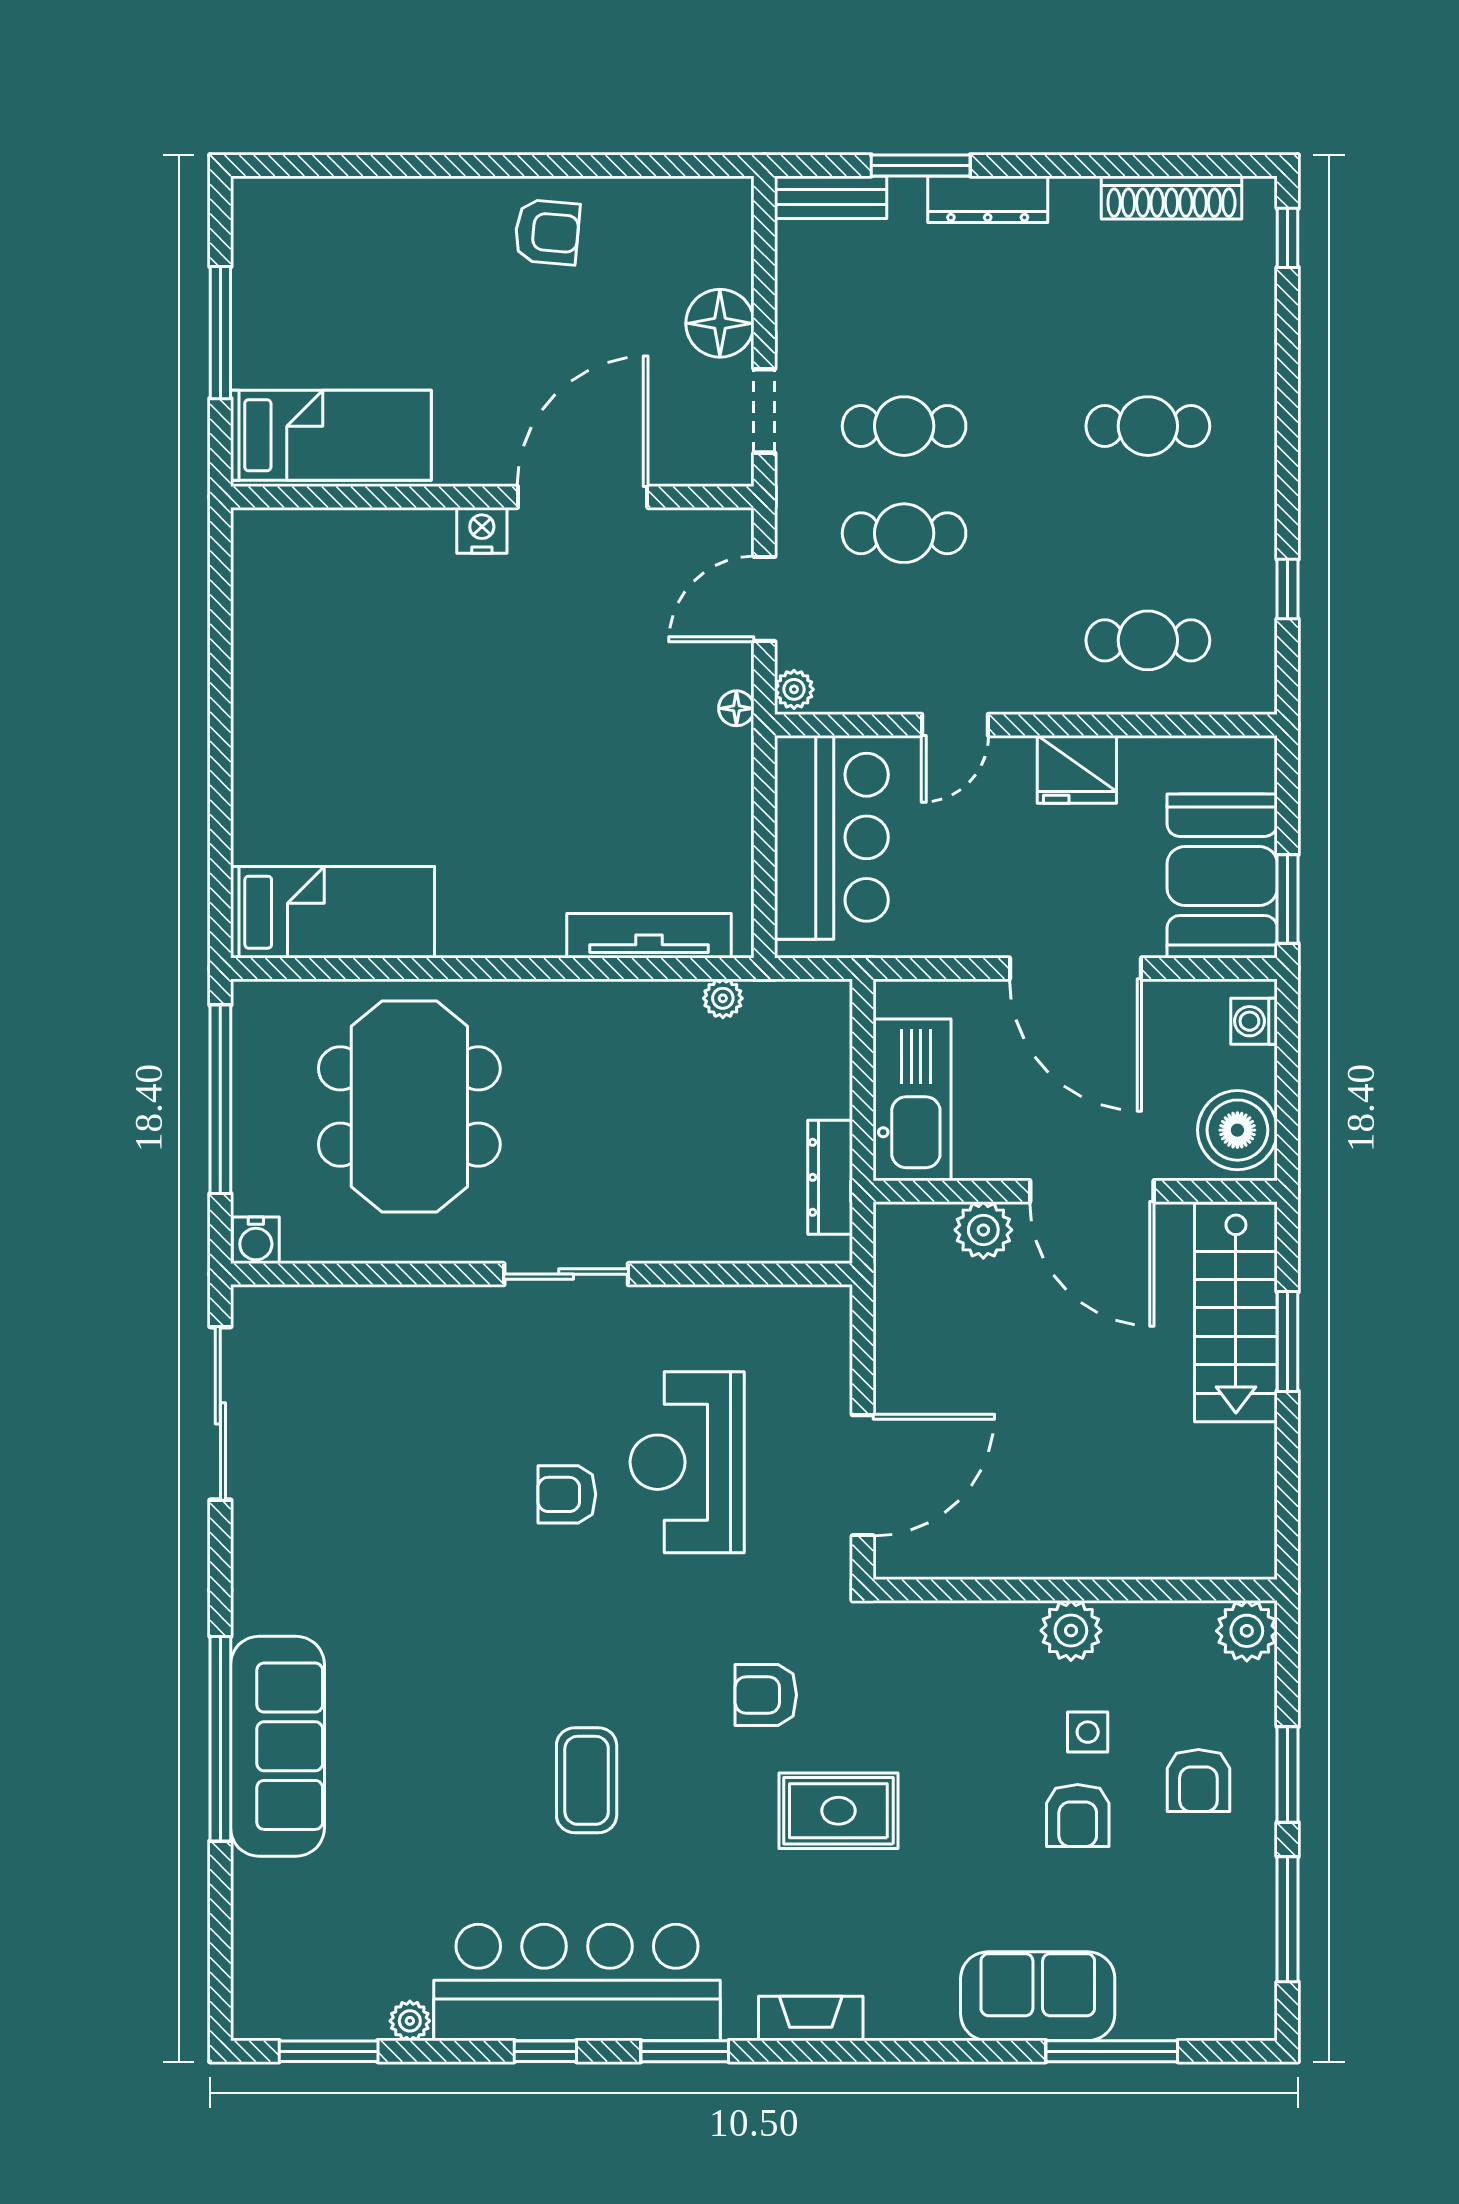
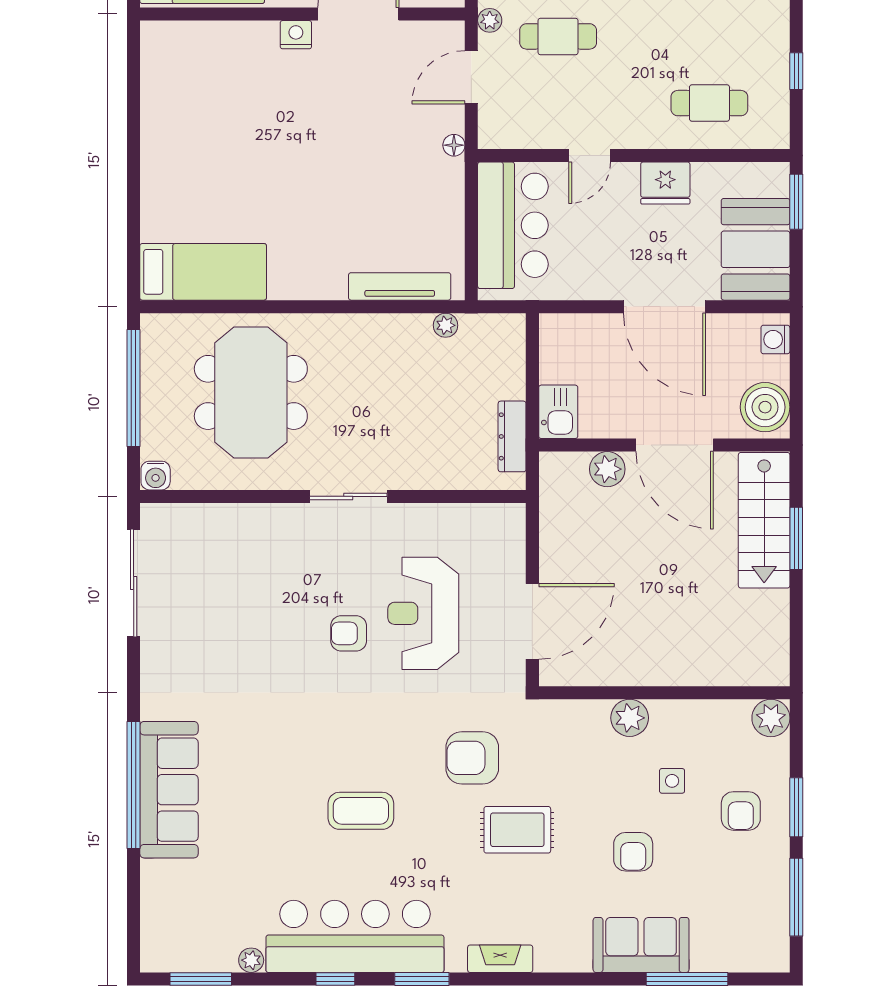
plant: (794, 689) -> (490, 20), moved
window: (1288, 899) -> (796, 202), moved
kitchen sink: (912, 1100) -> (558, 412), width x0.53, depth x0.81
plant: (1071, 1631) -> (630, 718), moved
armchair: (766, 1695) -> (472, 758), width x1.38, depth x1.38
coffee table: (587, 1780) -> (361, 811), turned 90
armchair: (1078, 1816) -> (633, 852), moved

